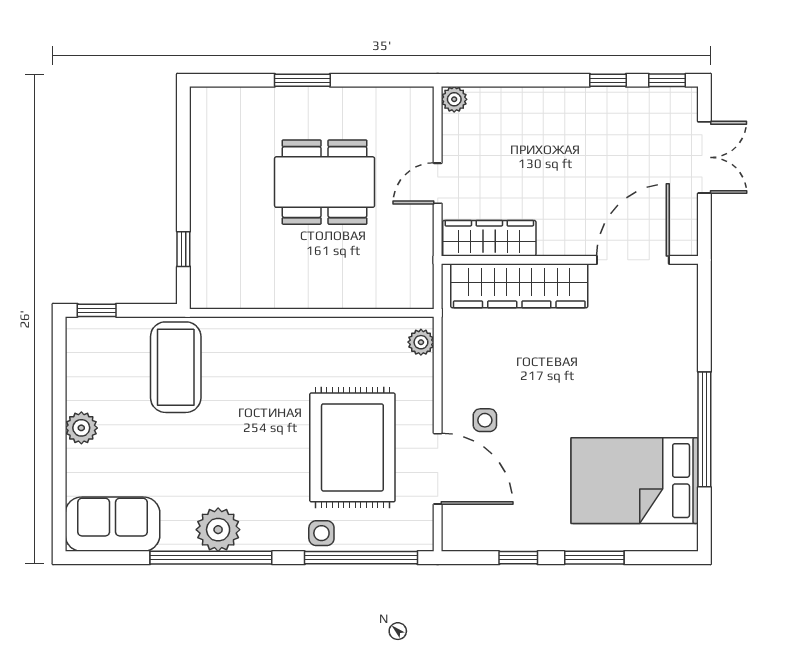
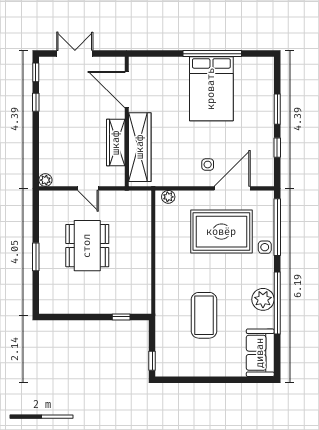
wardrobe: (489, 238) -> (116, 143), moved
coffee table: (176, 367) -> (204, 315), moved, turned 90
plant: (81, 428) -> (212, 369), removed
bed: (635, 481) -> (211, 89), moved

